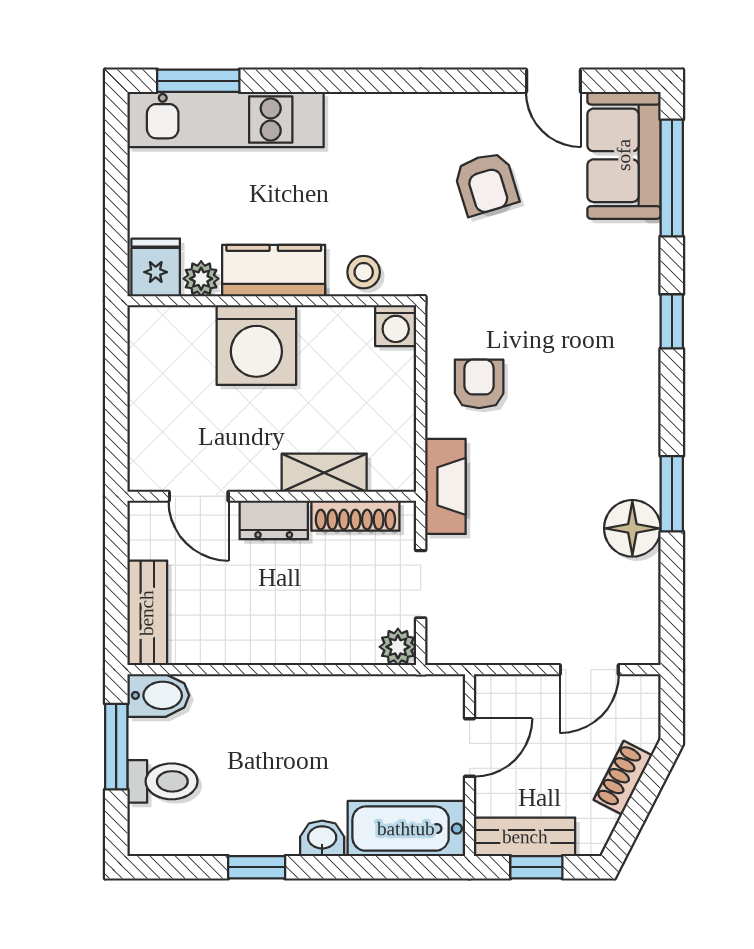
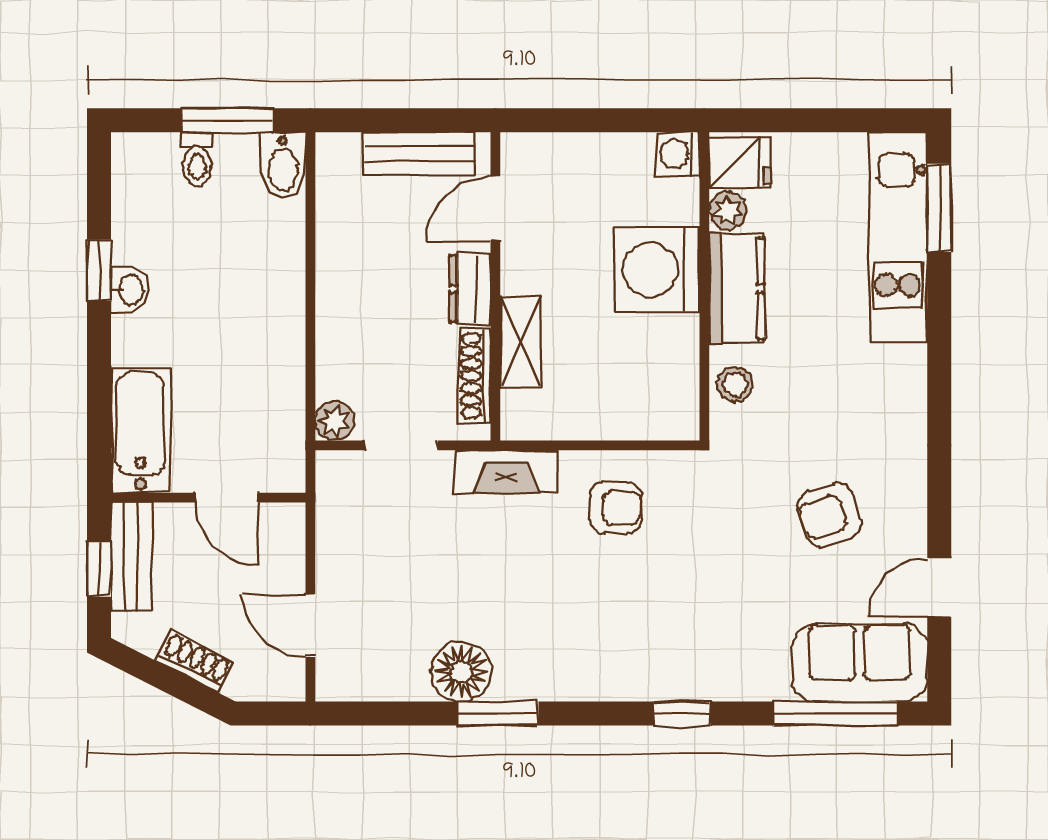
washing machine: (396, 326) -> (678, 154), moved
bench: (147, 613) -> (419, 153), moved
toilet: (162, 781) -> (197, 159), width x0.73, depth x0.72
washbasin: (322, 838) -> (130, 290), moved

